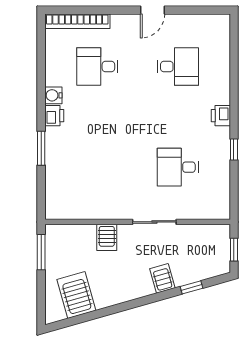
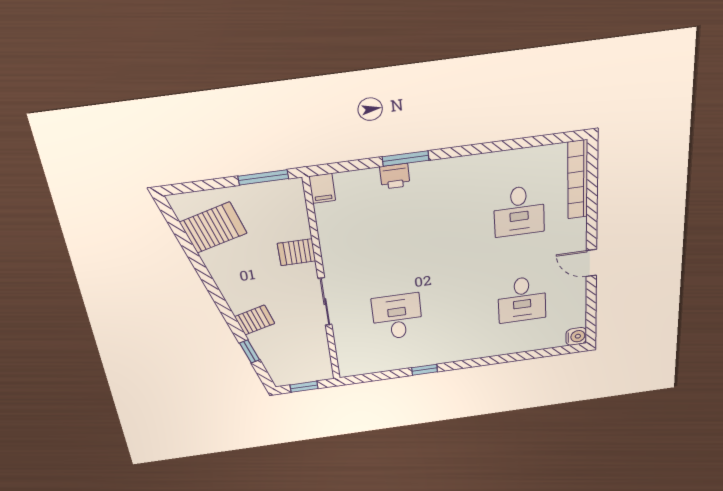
desk: (97, 67) -> (519, 211), turned 180
water cooler: (53, 95) -> (576, 336), moved, turned 90
printer: (54, 116) -> (395, 176), moved
printer: (221, 116) -> (464, 351), removed
filing cabinet: (56, 211) -> (322, 188), added

